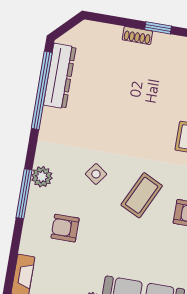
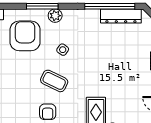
armchair: (65, 228) -> (25, 36), width x1.88, depth x1.88

